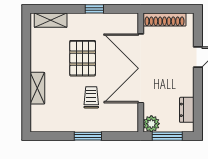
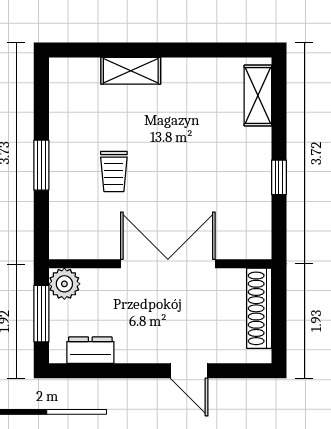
pallet: (83, 58) -> (187, 155), removed
double door: (141, 68) -> (168, 264), width x0.73
trolley: (91, 97) -> (114, 171), turned 90

